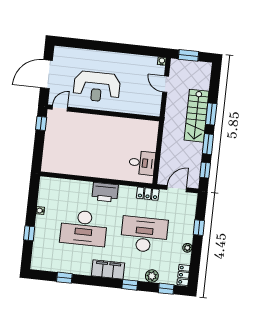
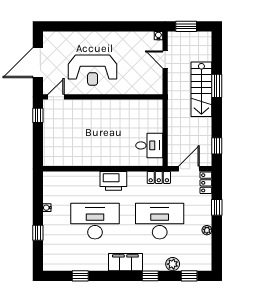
window: (208, 144) -> (217, 118), removed
desk: (84, 228) -> (95, 221), turned 180
locker: (183, 275) -> (206, 183), moved

